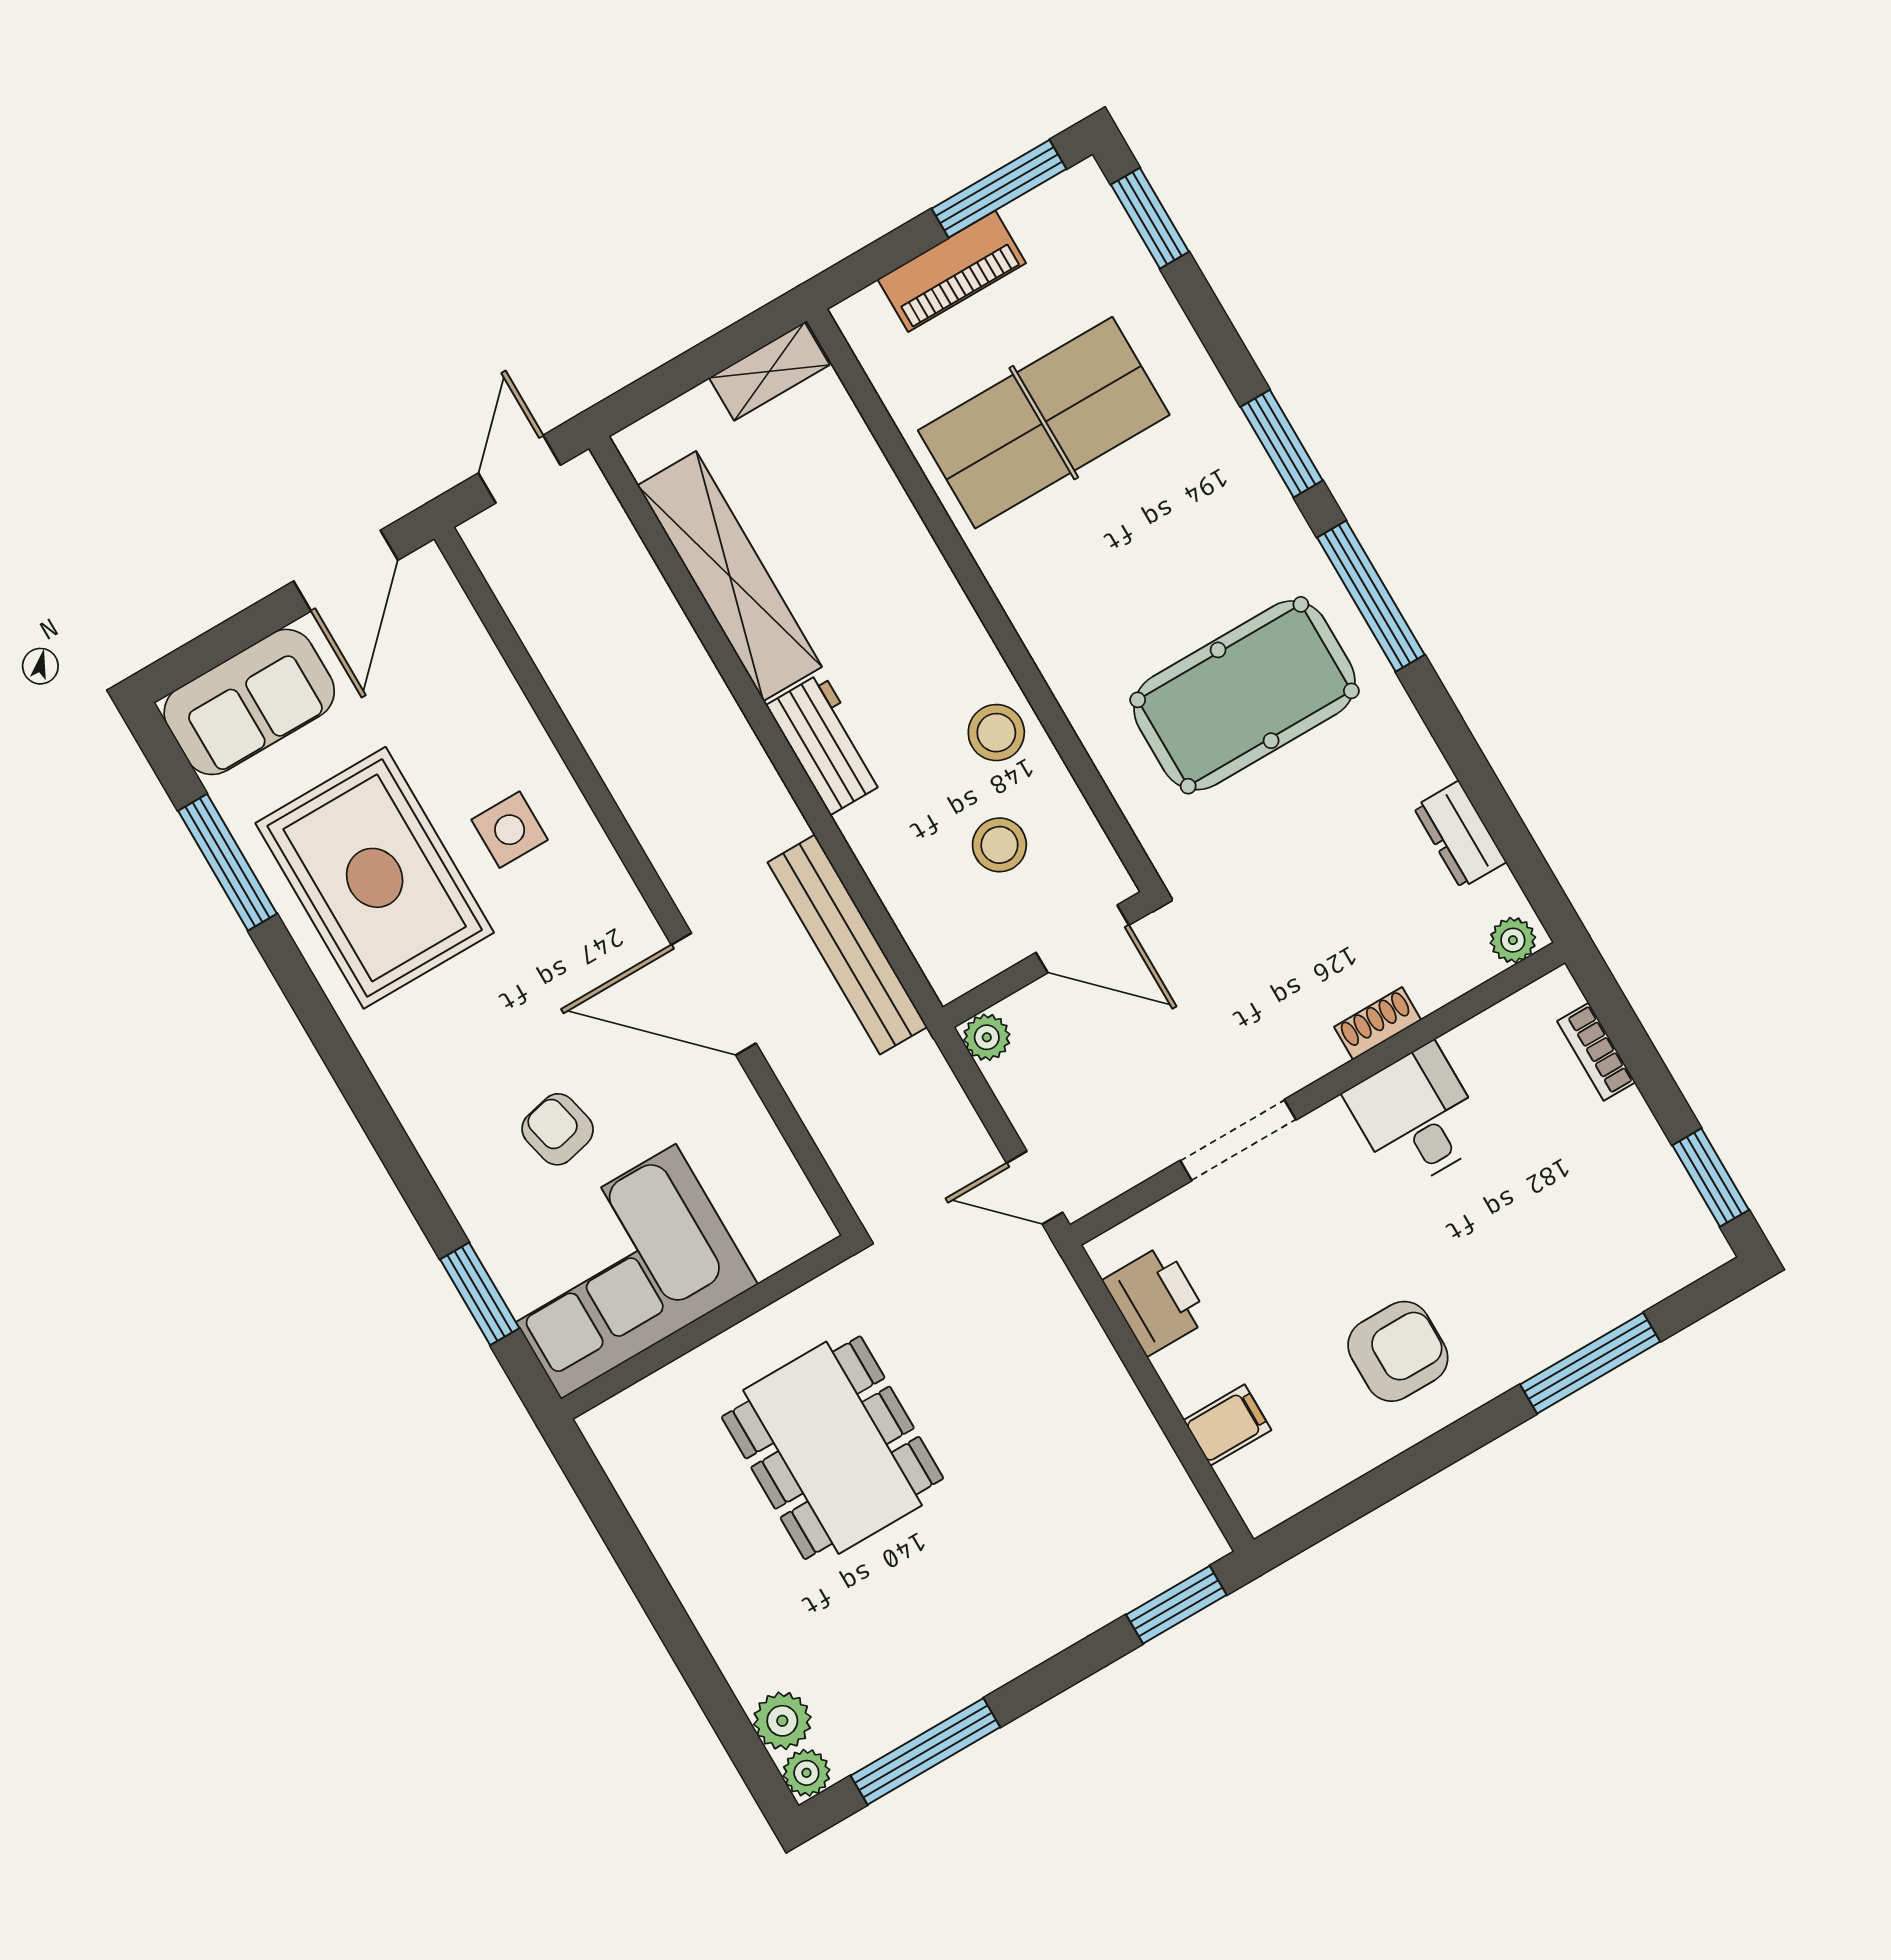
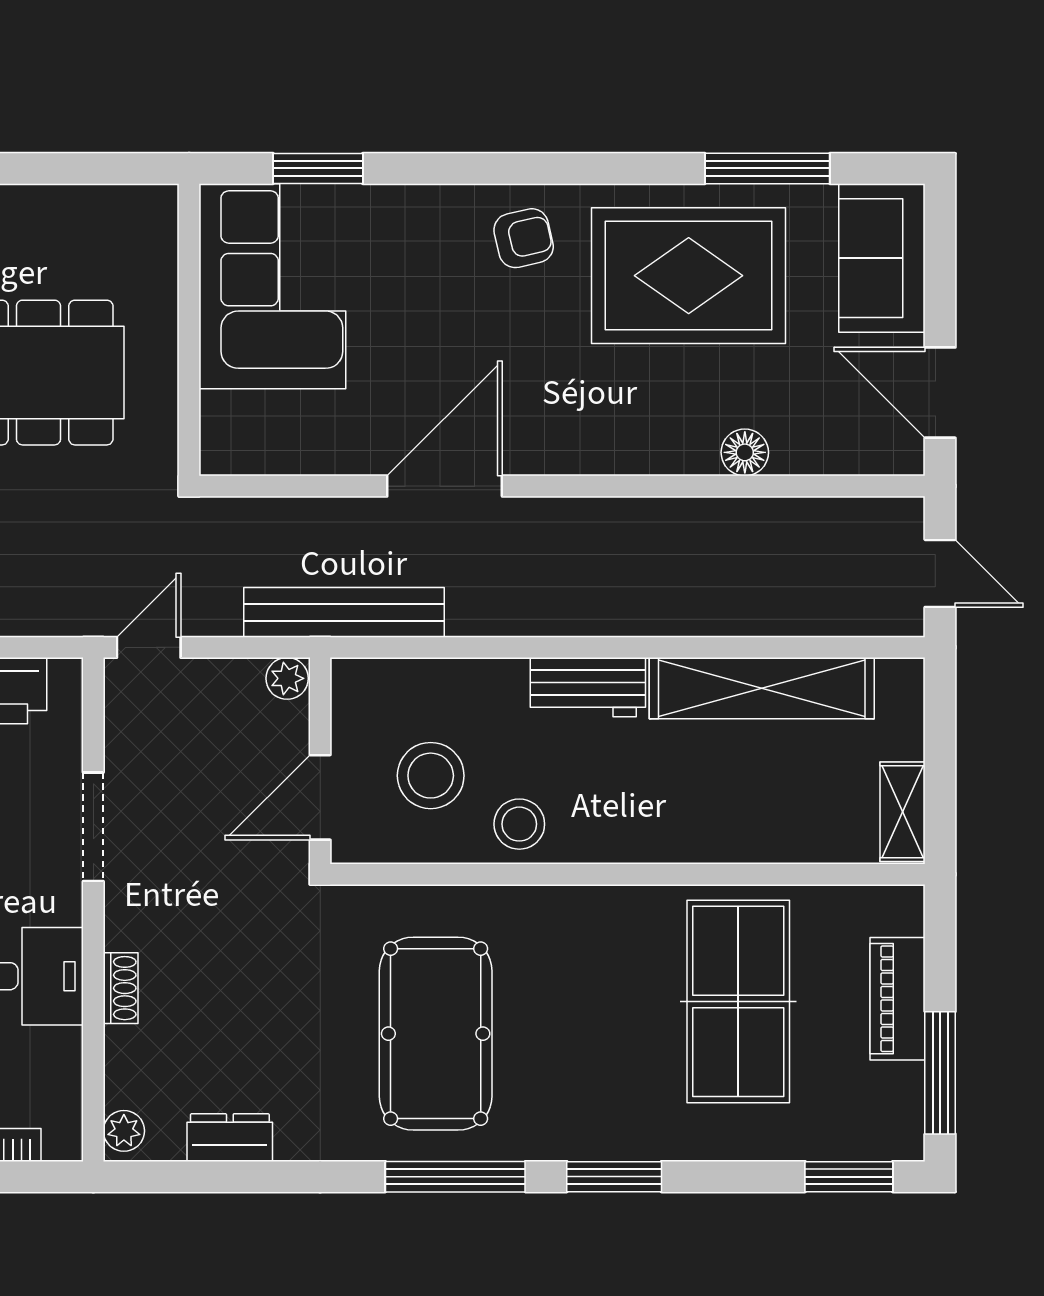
floor lamp: (513, 725) -> (745, 452), added
side table: (510, 830) -> (665, 402), removed
stool: (999, 845) -> (431, 776), width x1.38, depth x1.38
bench: (847, 945) -> (344, 612), moved
armchair: (558, 1129) -> (524, 238), moved

